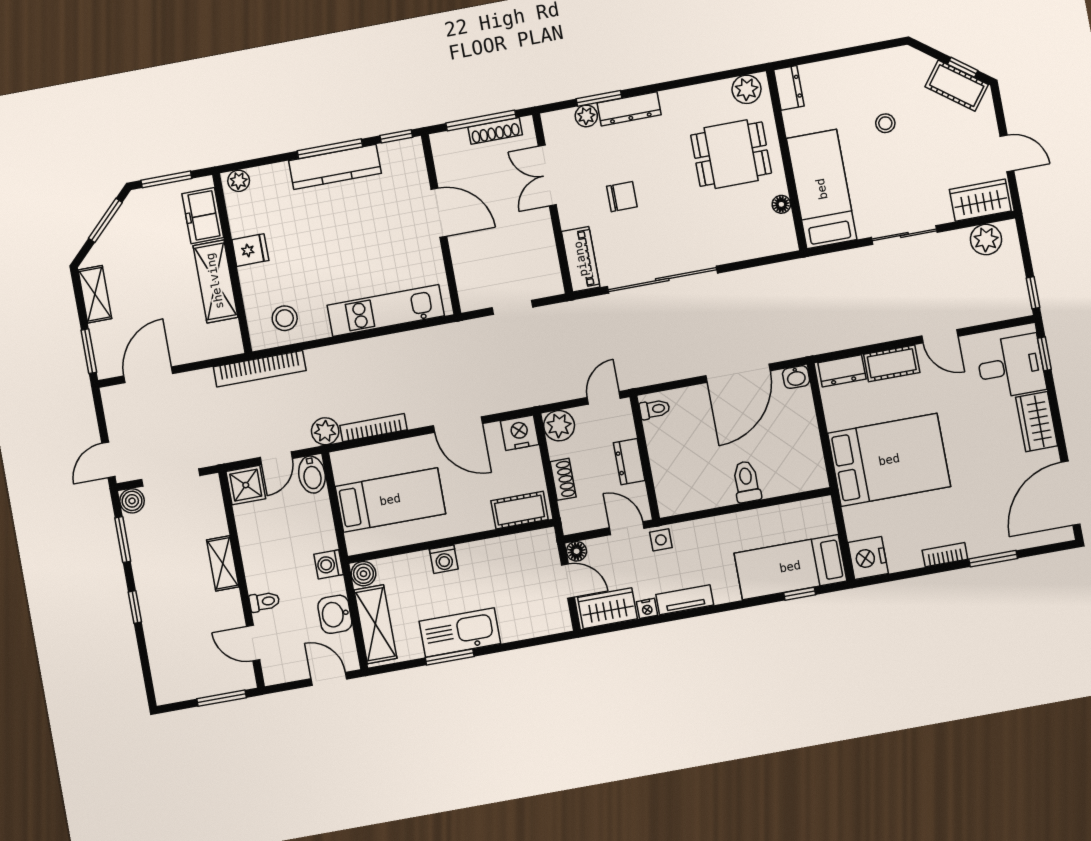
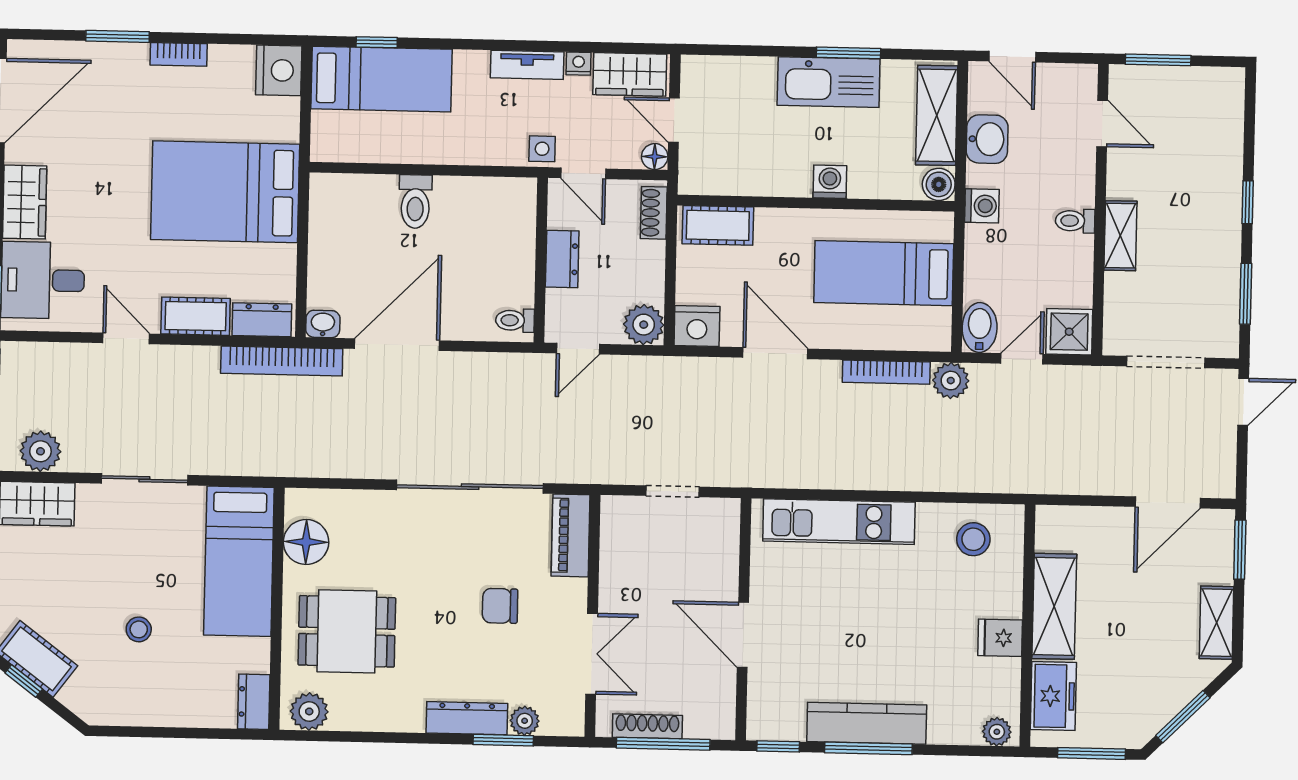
floor lamp: (781, 204) -> (306, 542), width x1.89, depth x1.89
bookcase: (260, 369) -> (282, 361), moved, turned 180
shoe rack: (563, 479) -> (654, 213), moved
boiler: (132, 501) -> (1223, 342), removed
toilet: (264, 602) -> (1075, 221), moved

